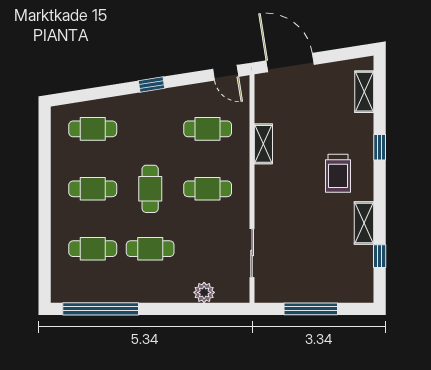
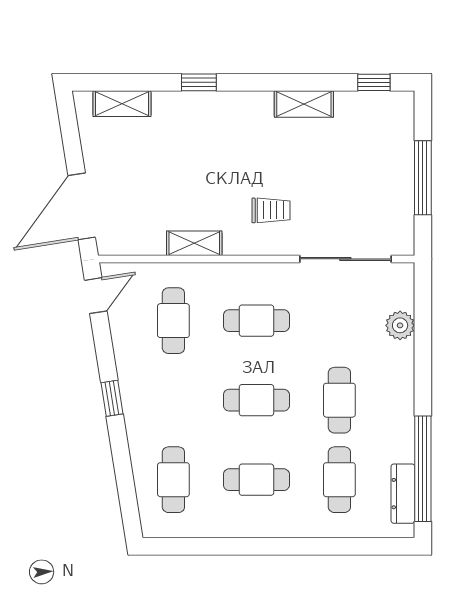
trolley: (338, 173) -> (271, 210), moved, width x0.73, depth x0.72
cafe table: (93, 189) -> (256, 480), turned 90
cafe table: (208, 189) -> (256, 321), turned 90
sliding door: (252, 253) -> (345, 259), width x1.37
window: (380, 256) -> (374, 82), moved
dresser: (83, 295) -> (403, 494), added

